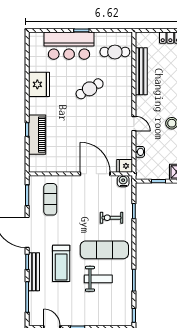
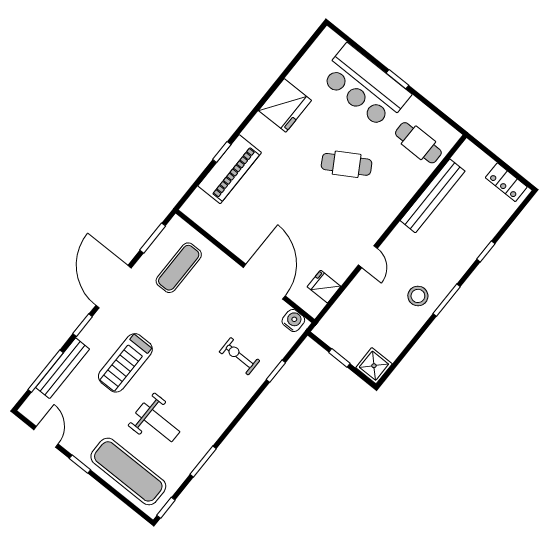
washbasin: (140, 152) -> (346, 300), removed
fridge: (125, 166) -> (324, 287), moved
exercise mat: (104, 250) -> (128, 471), moved
bench: (34, 272) -> (63, 368), moved

